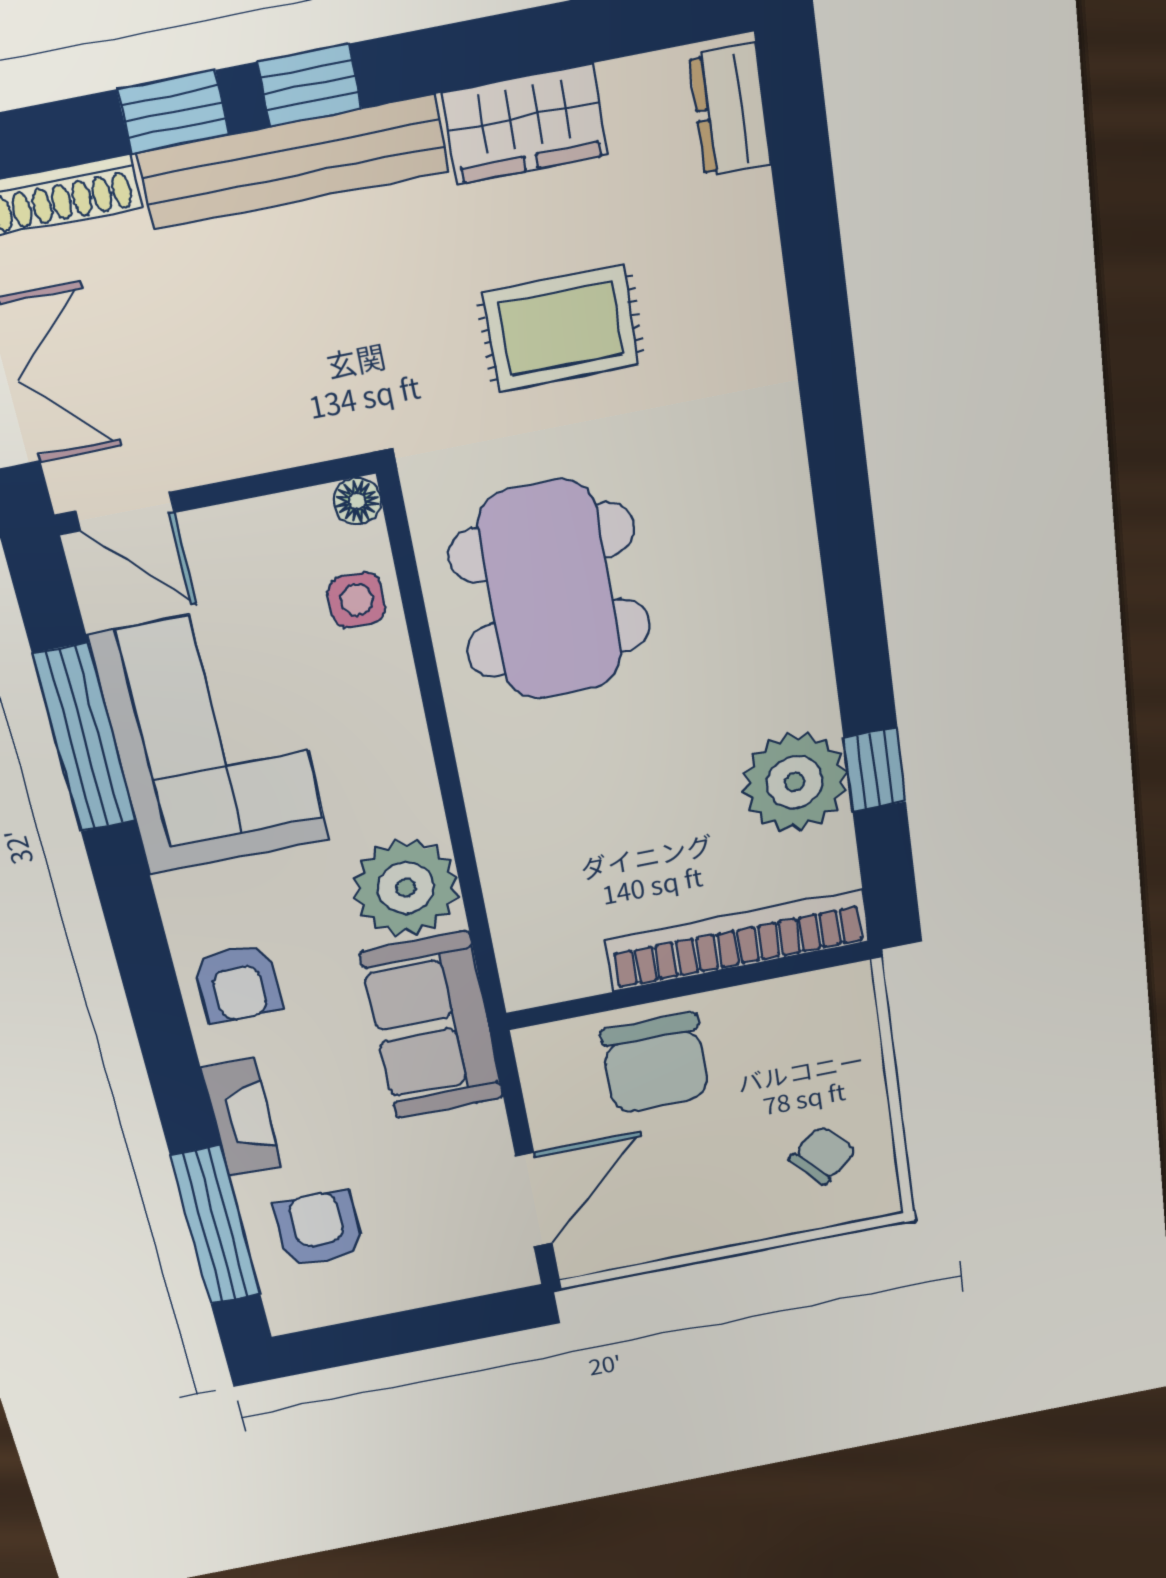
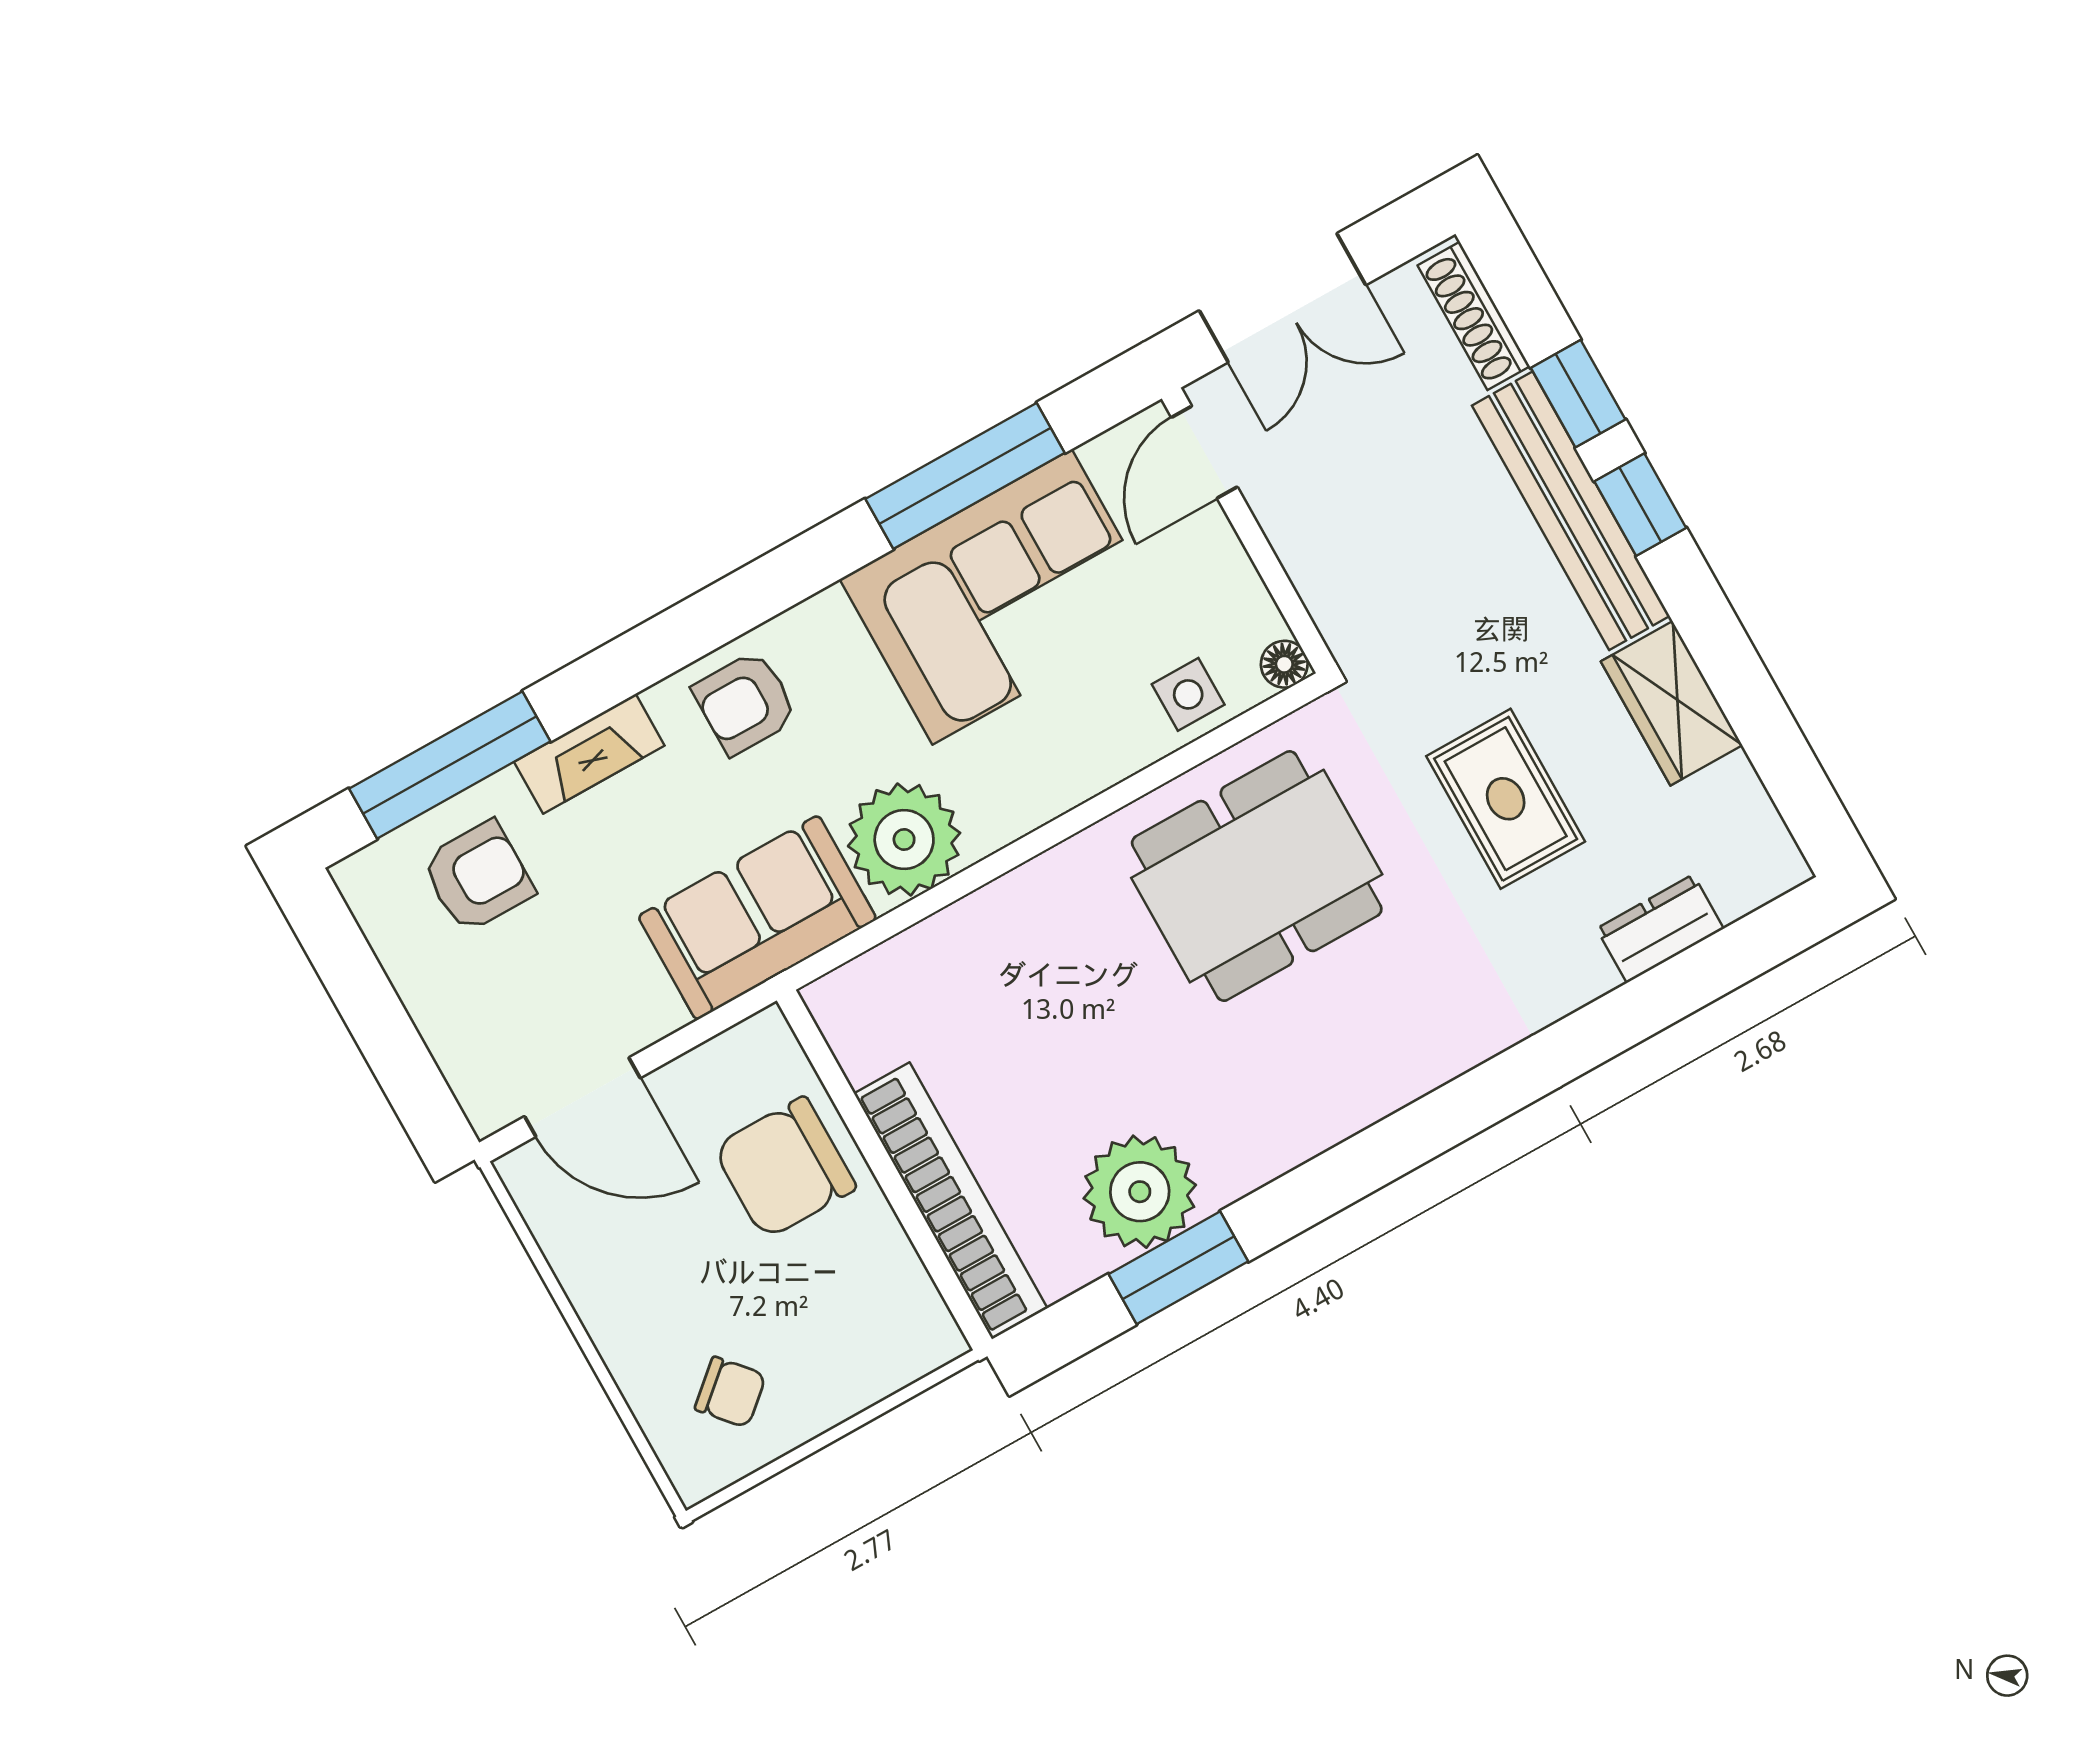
dresser: (730, 110) -> (1660, 929), moved
window: (875, 770) -> (1178, 1268), width x1.50

